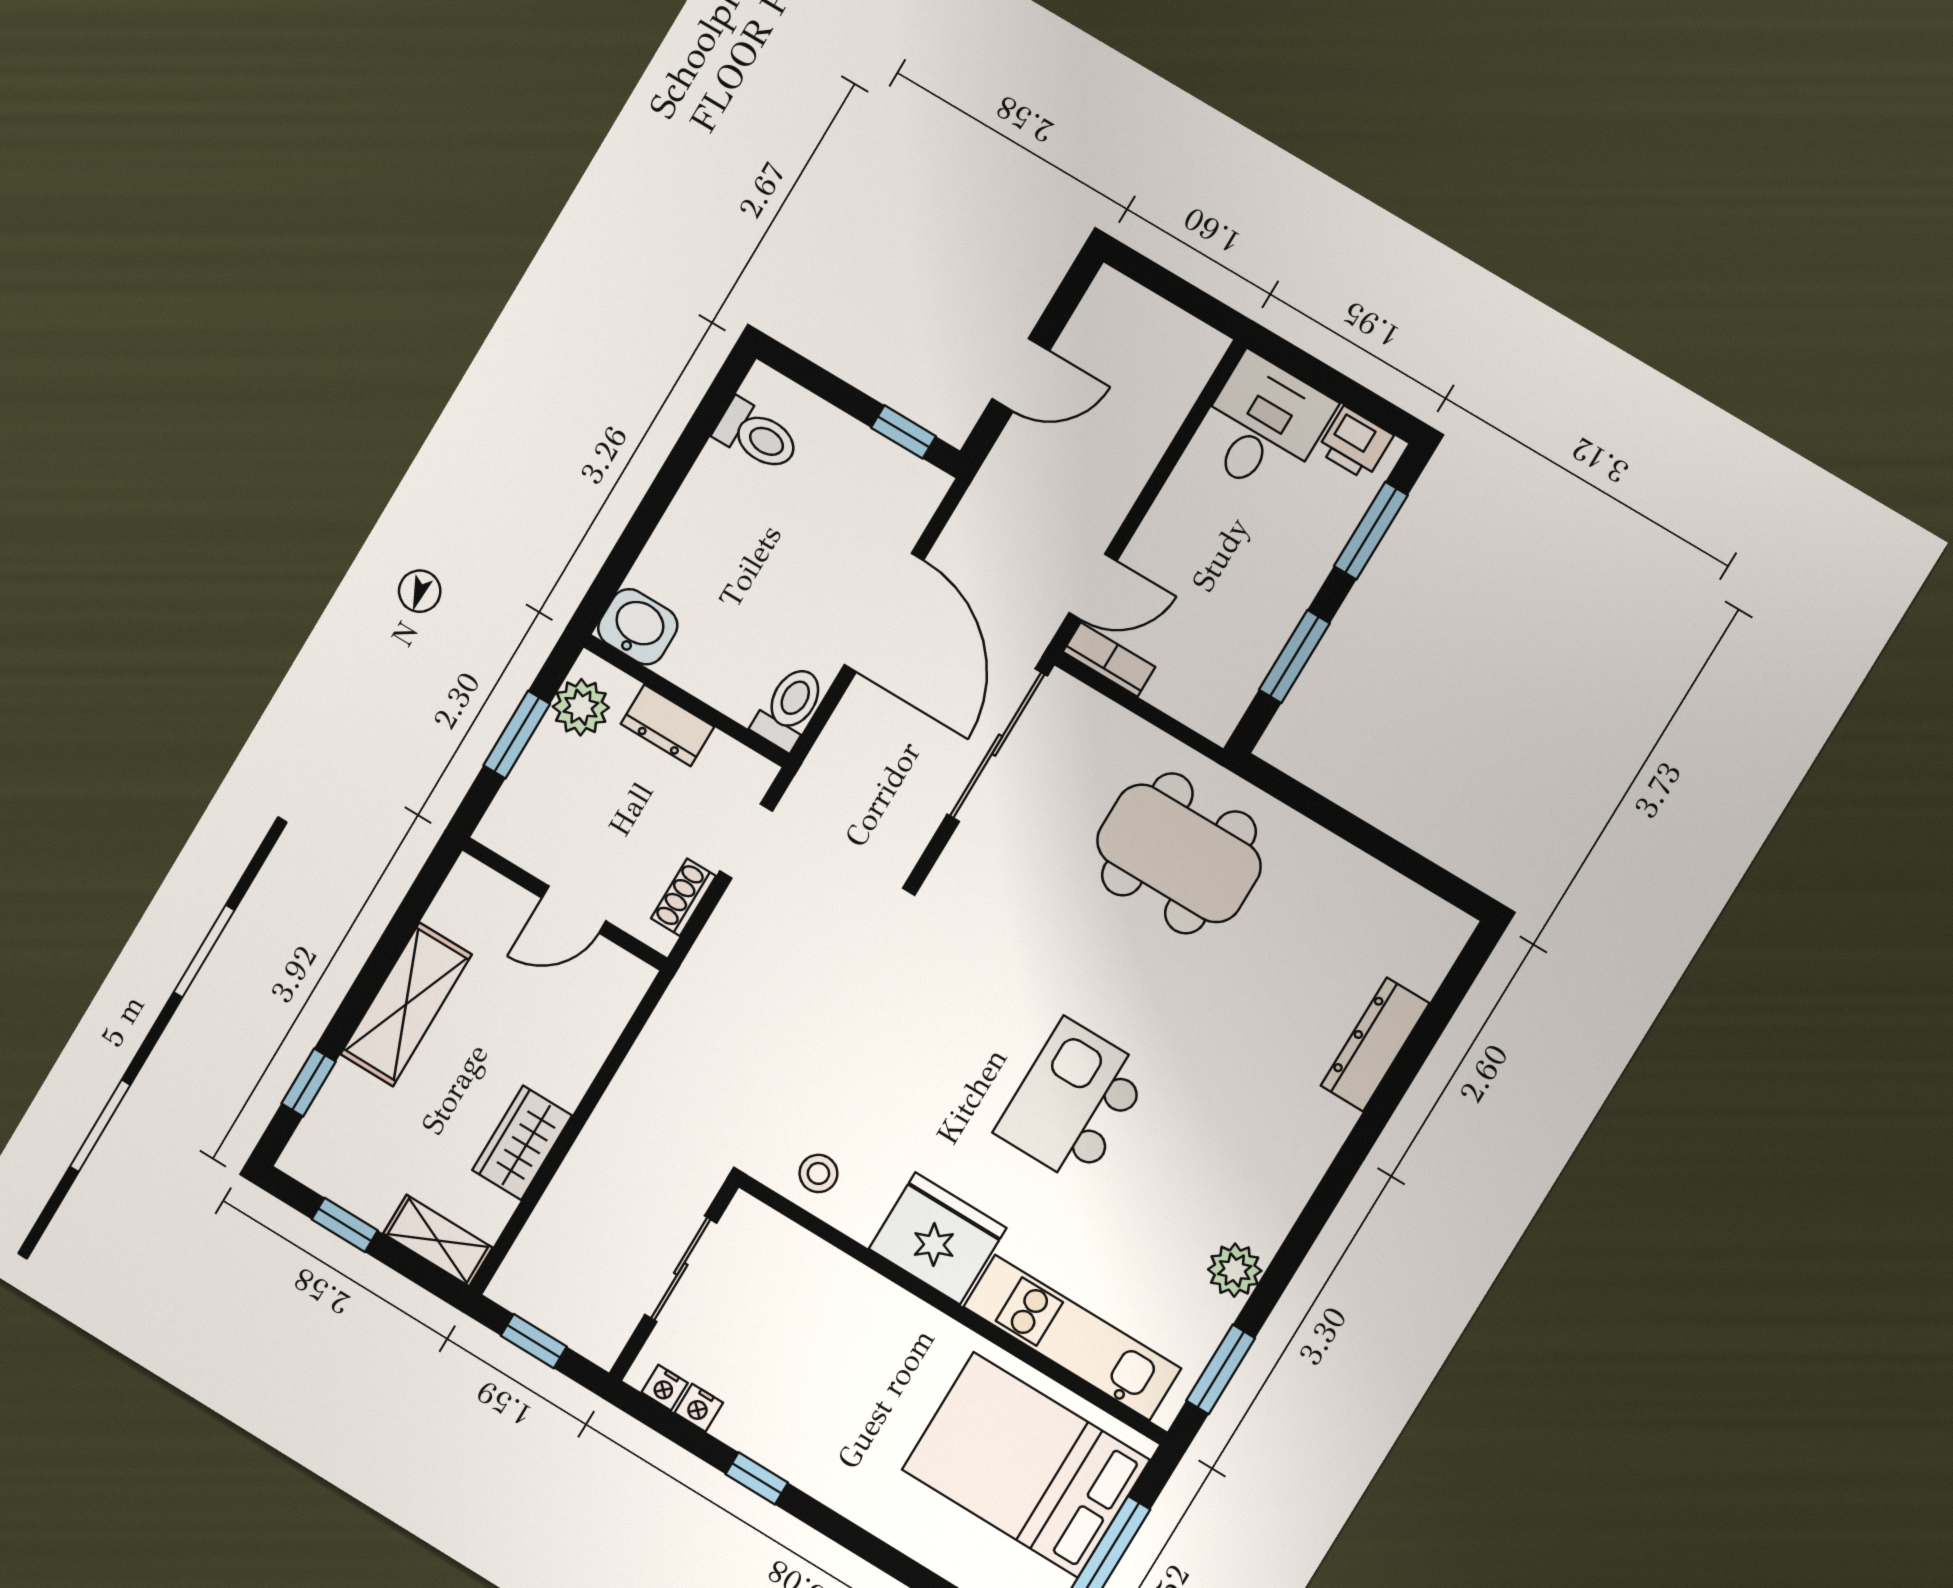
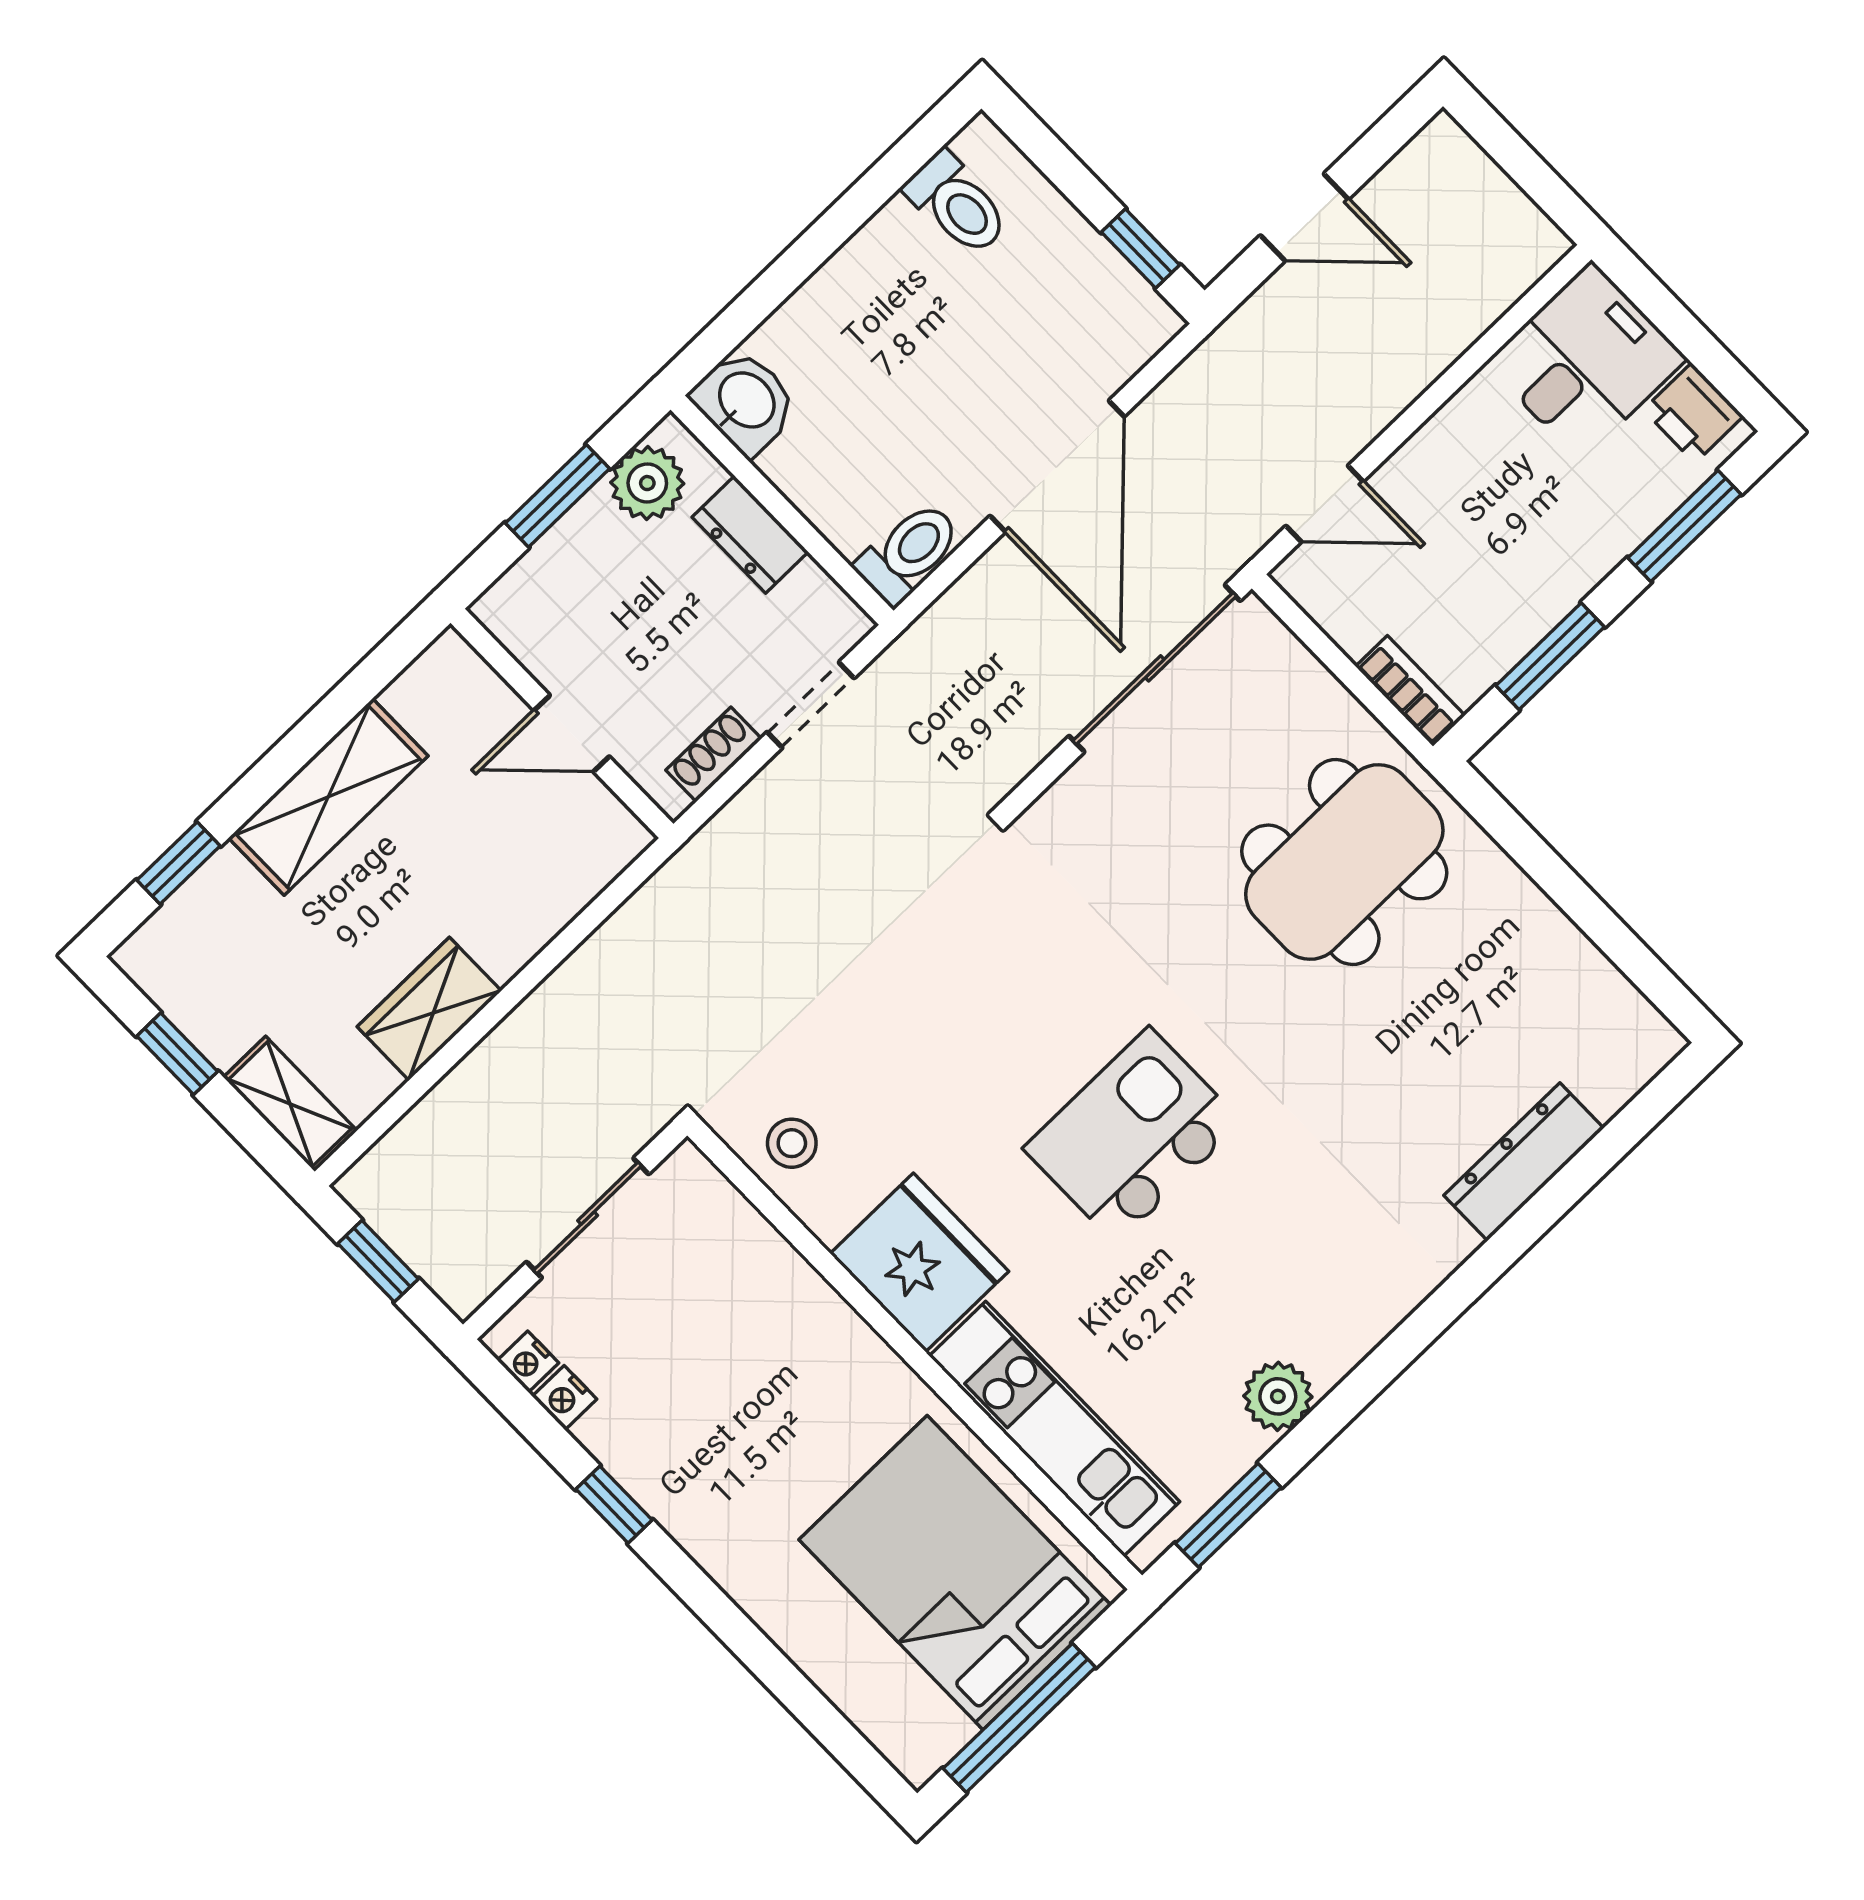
bookcase: (1109, 659) -> (1410, 691), moved
dining table: (1179, 853) -> (1344, 862), turned 90

